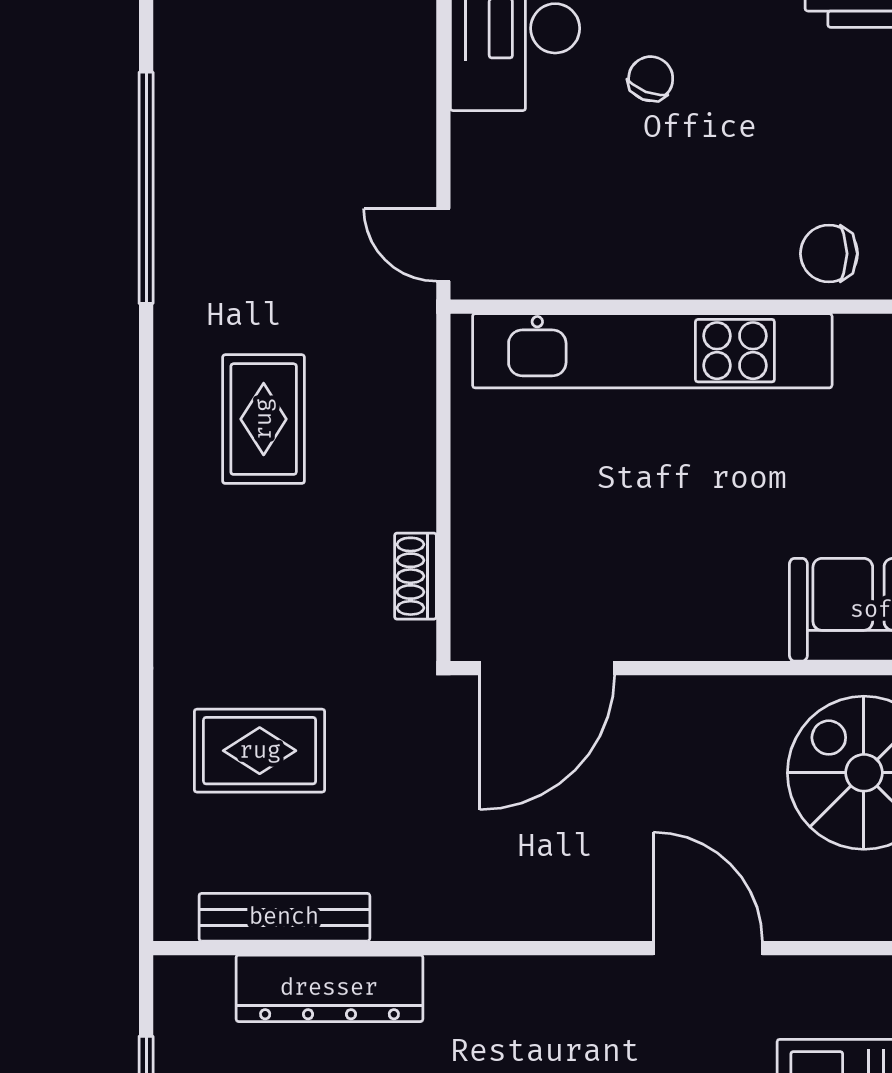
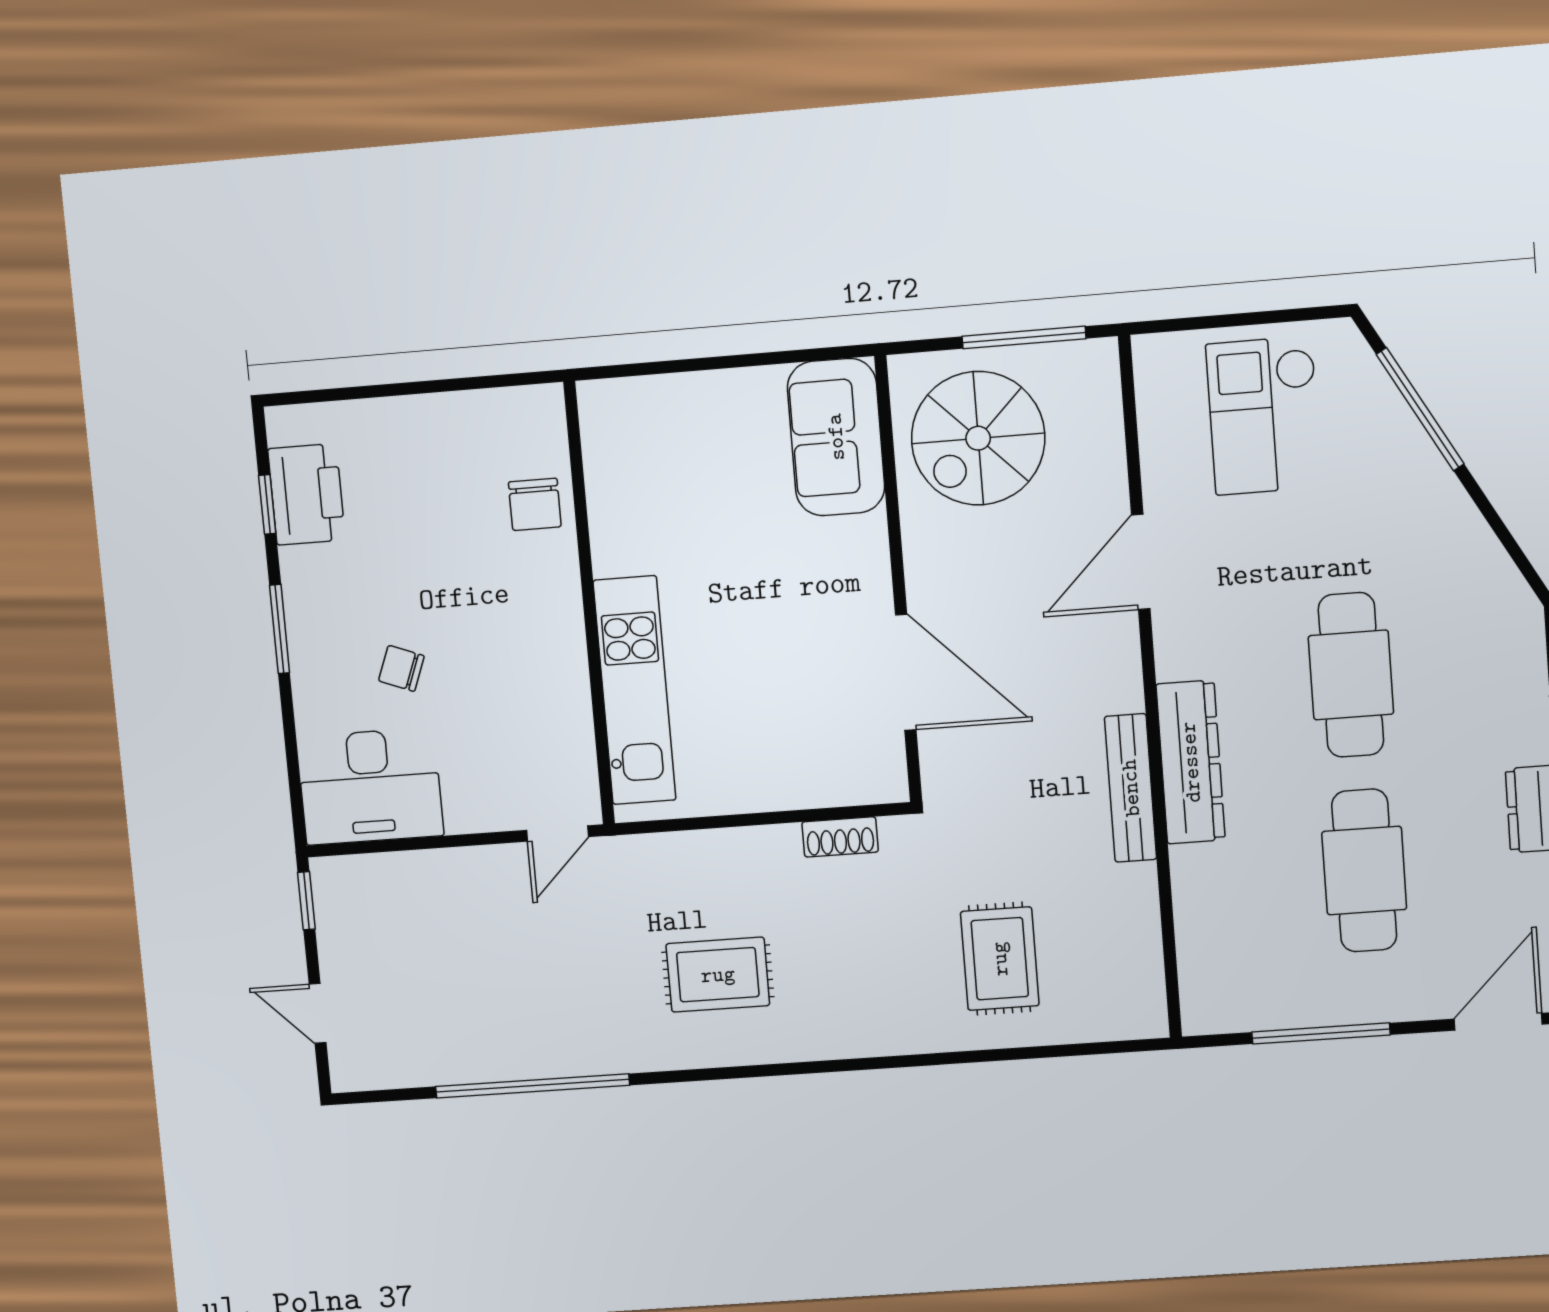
kitchen unit: (652, 351) -> (635, 690), width x0.73
door: (547, 668) -> (906, 672), moved
bench: (284, 917) -> (1131, 788), moved
dresser: (329, 988) -> (1191, 762), moved

